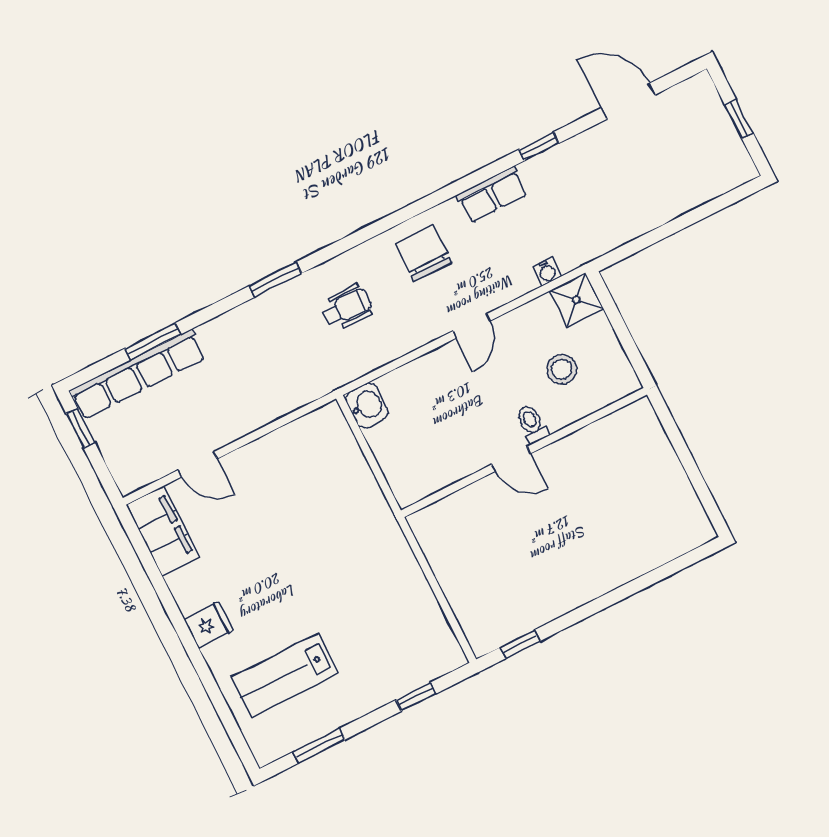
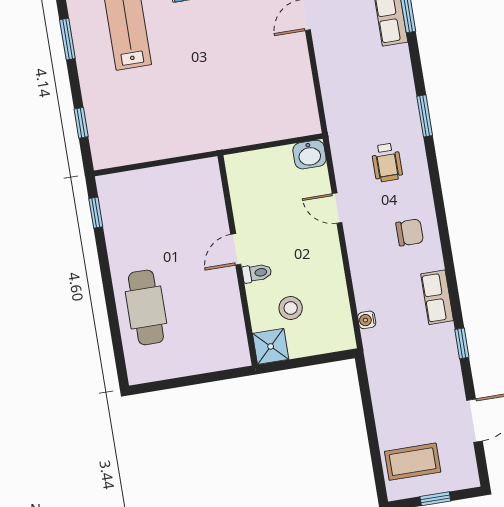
coffee table: (703, 161) -> (413, 462), added
chair: (423, 253) -> (410, 232), width x0.73, depth x0.73
shower: (576, 300) -> (271, 346), moved
door: (471, 326) -> (337, 208), moved
cafe table: (617, 546) -> (146, 307), added

